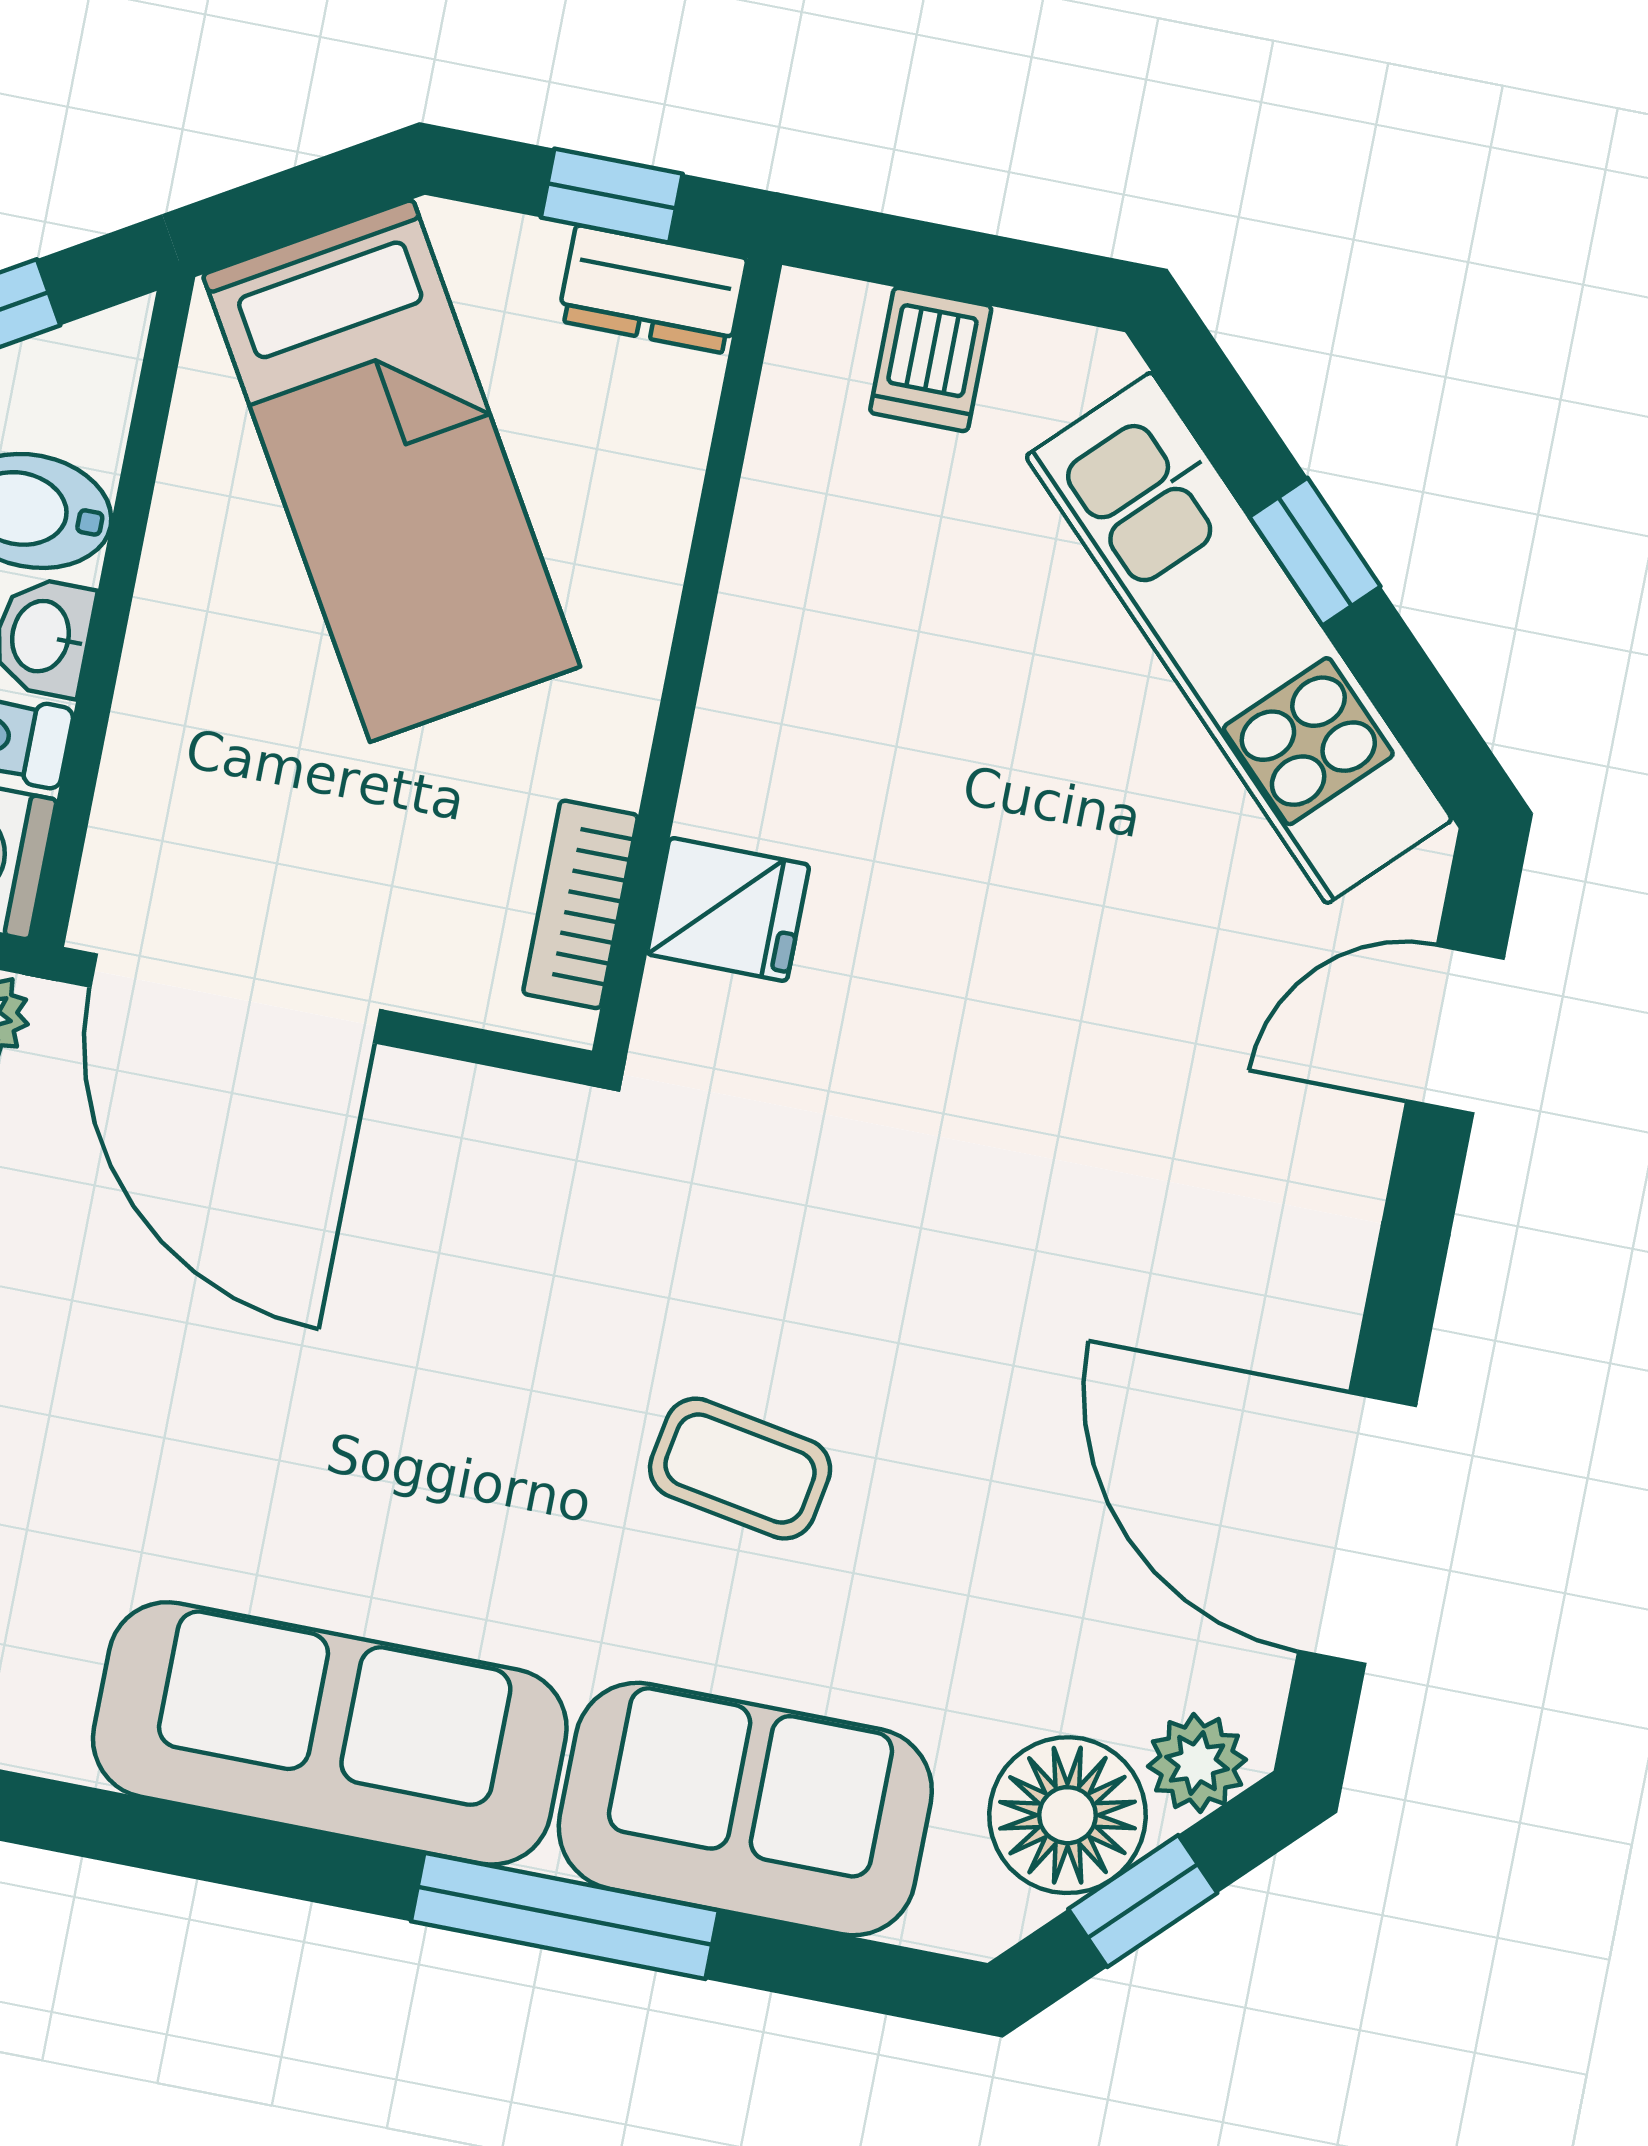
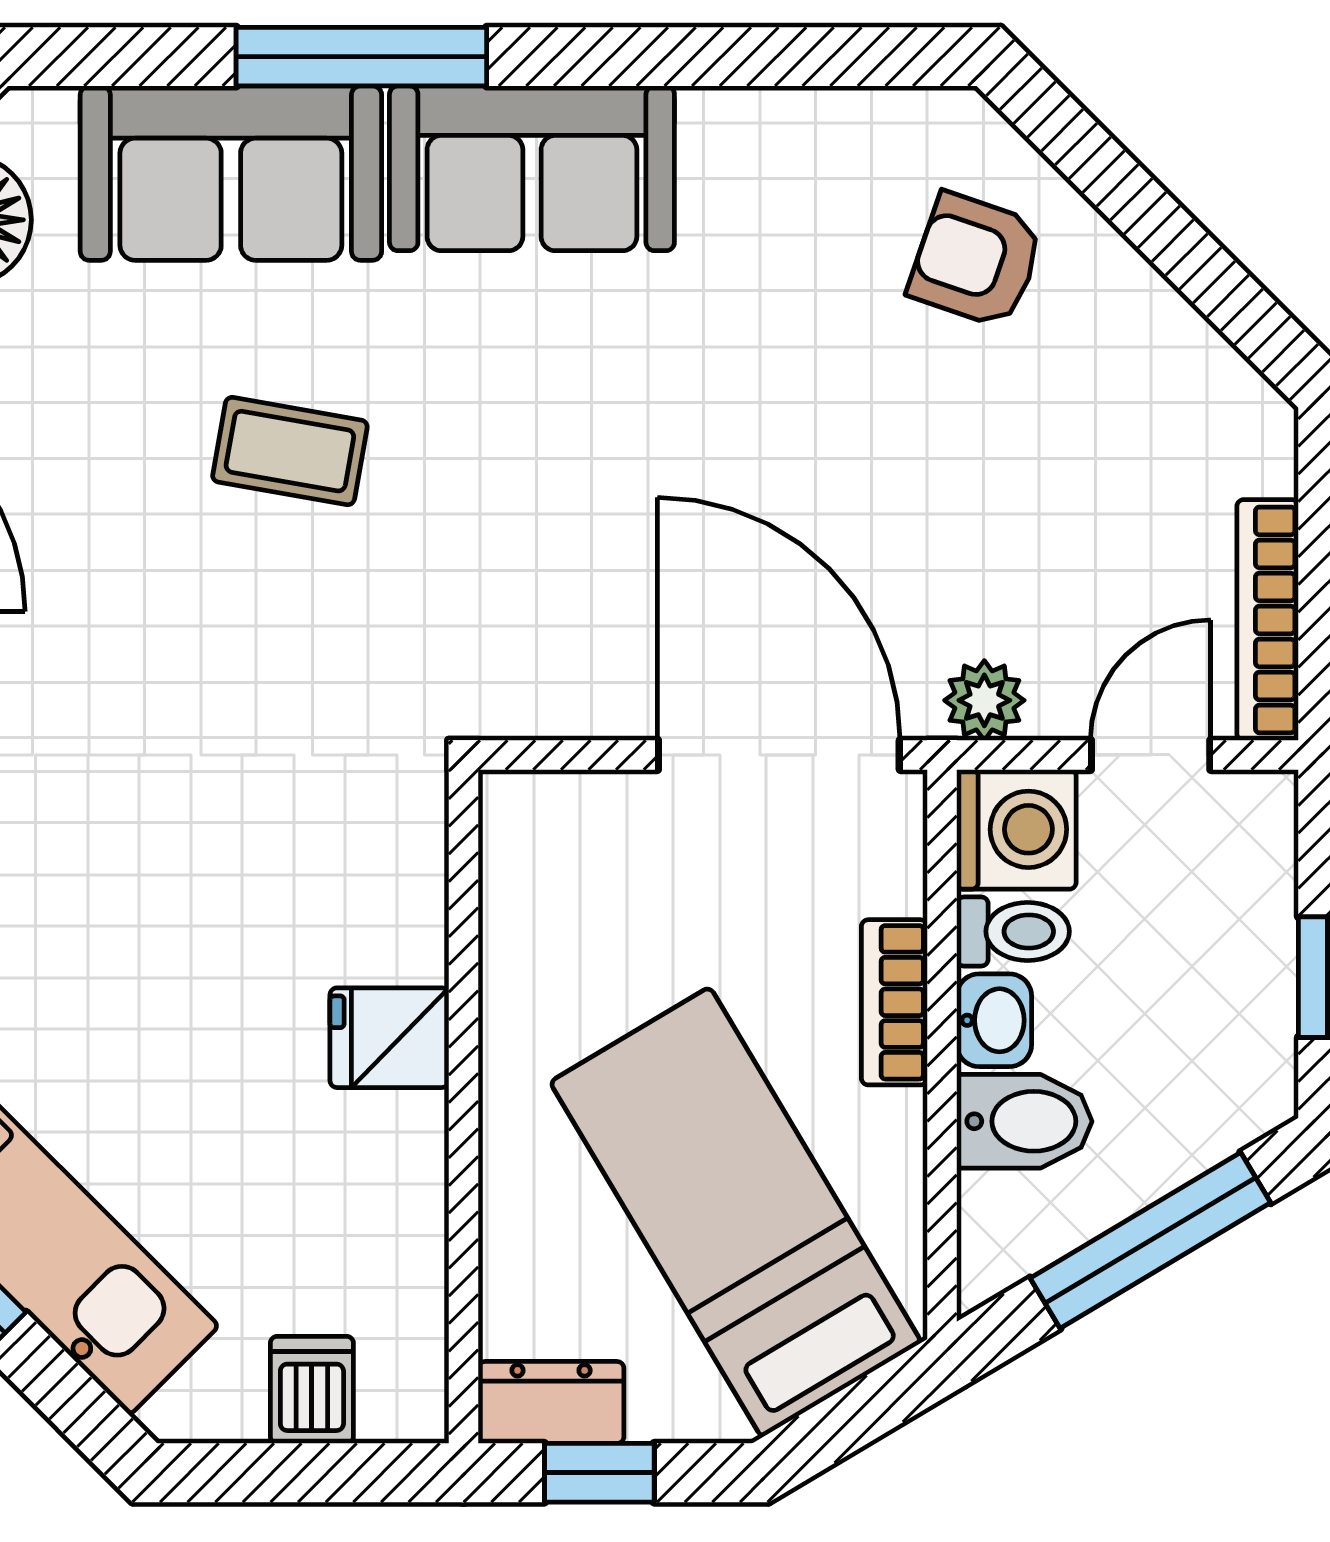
bookcase: (580, 904) -> (894, 1002), moved, turned 180
fridge: (728, 910) -> (389, 1038), moved
sofa: (330, 1733) -> (532, 168), width x0.73

